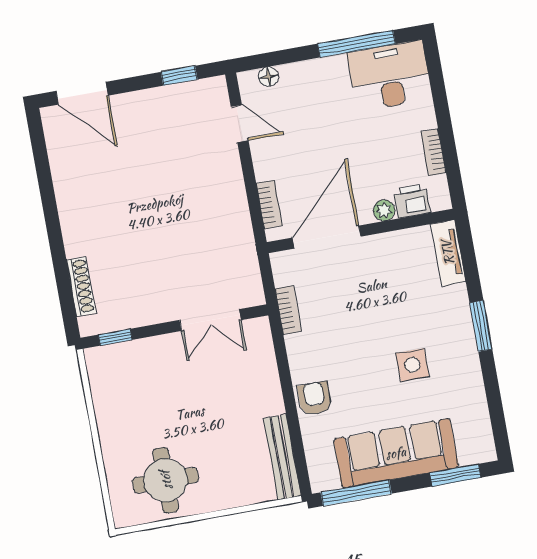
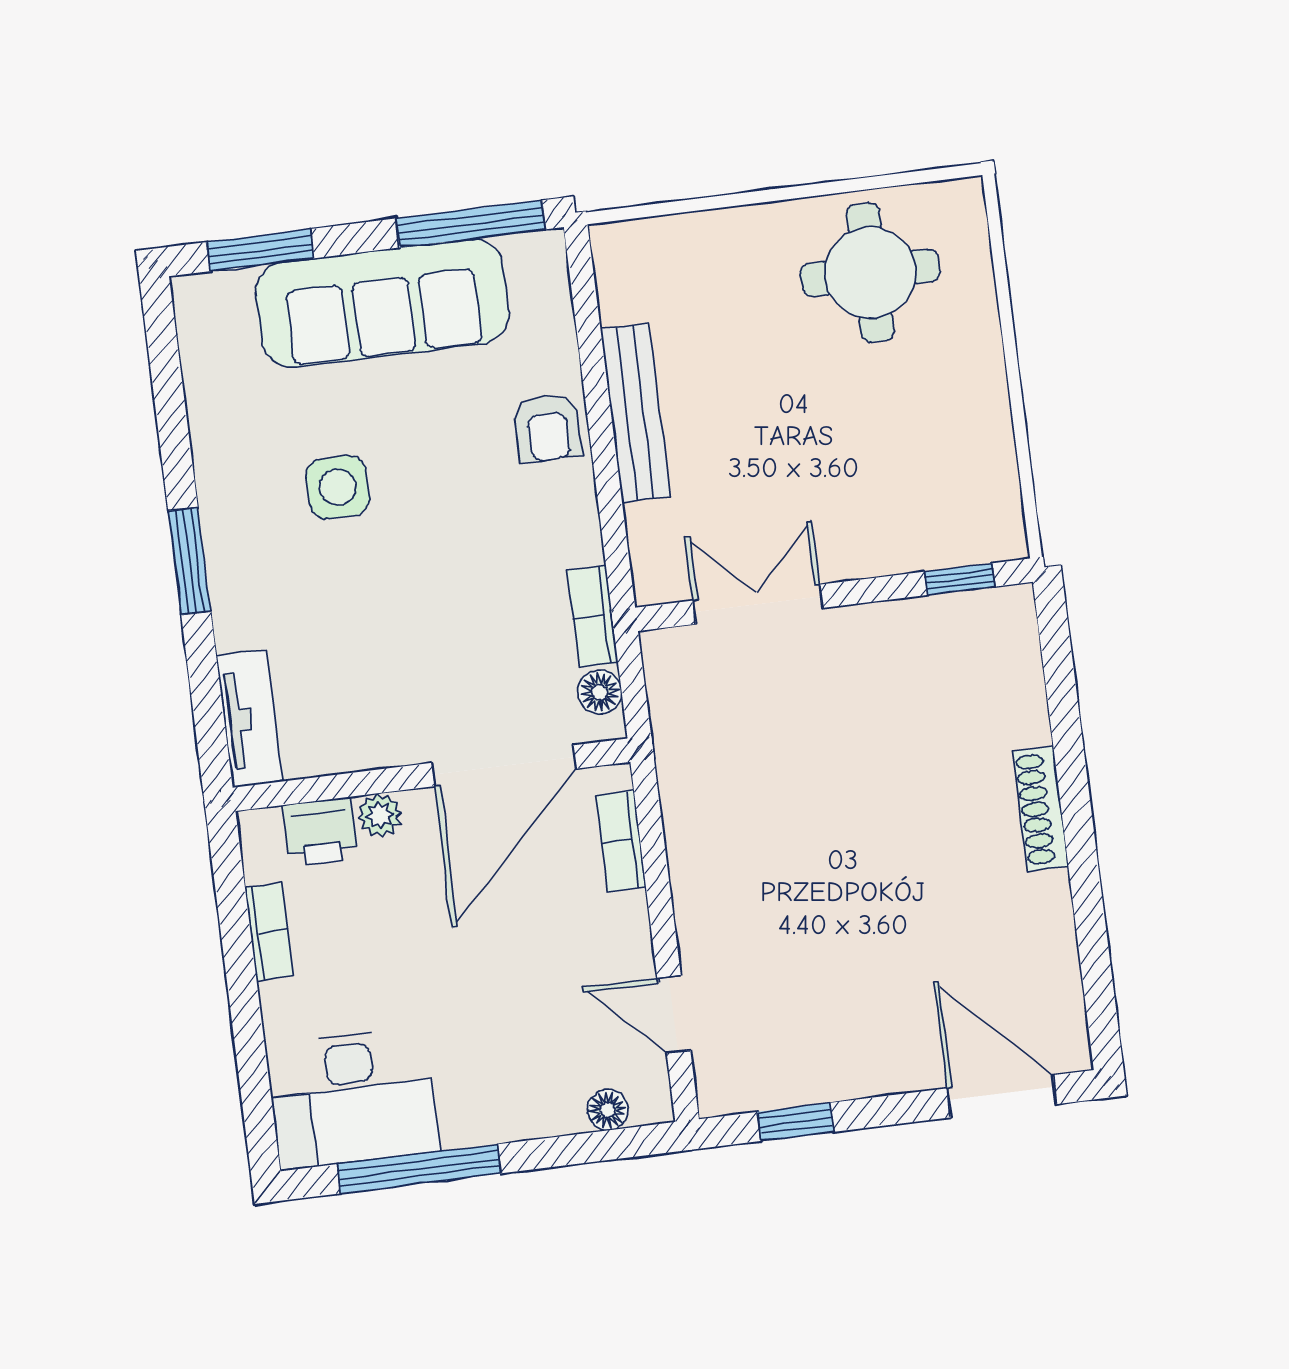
floor lamp: (283, 274) -> (600, 692), added
shoe rack: (81, 286) -> (1041, 809), moved
bench: (282, 457) -> (635, 413), moved

